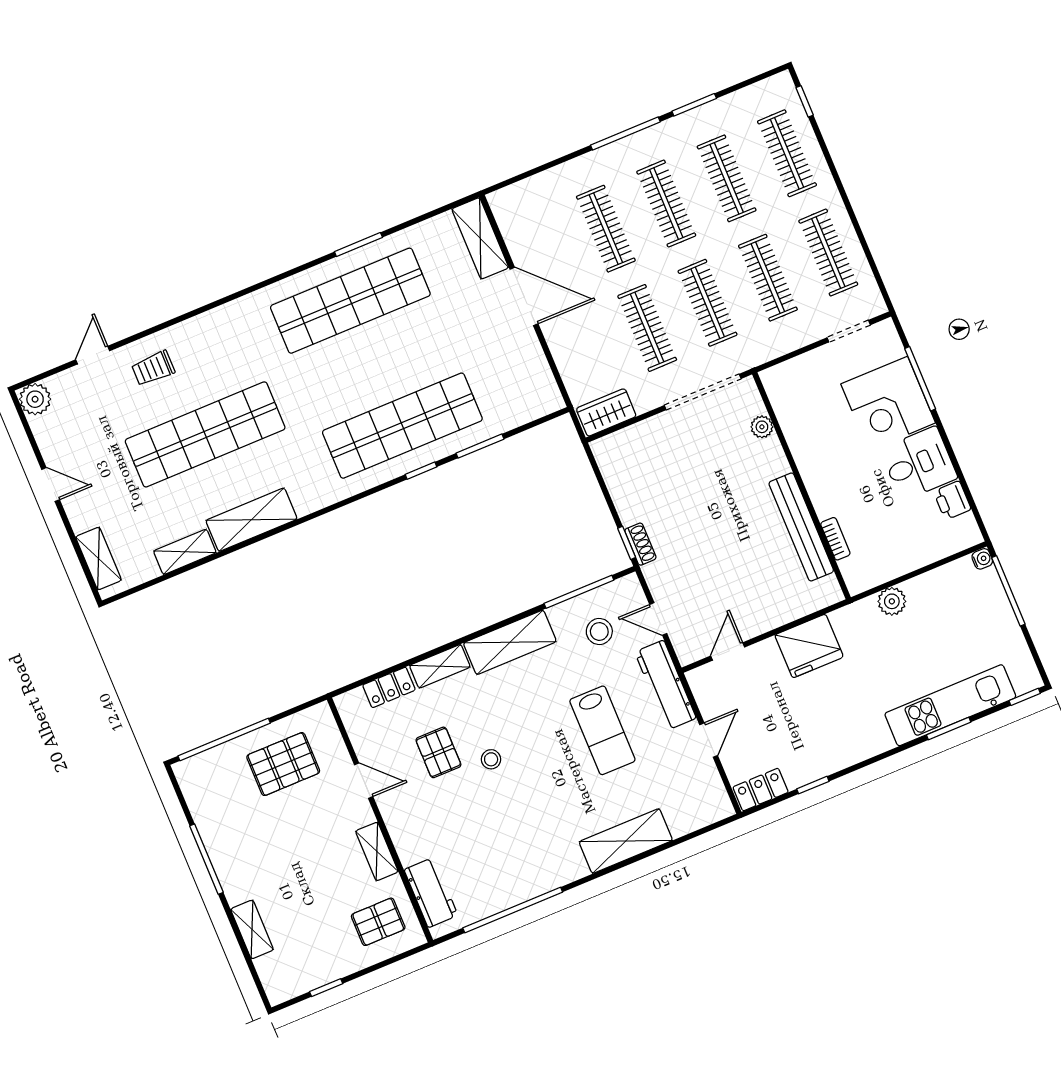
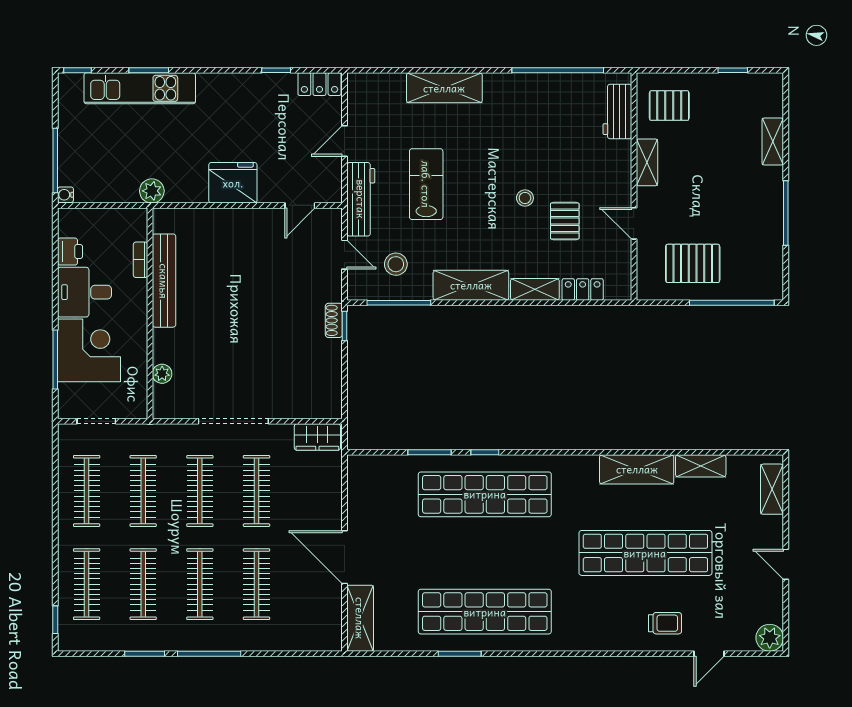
plant: (762, 427) -> (162, 374), moved
wall: (802, 486) -> (150, 313), moved
bench: (801, 527) -> (164, 281), moved
bookcase: (835, 539) -> (141, 260), moved

